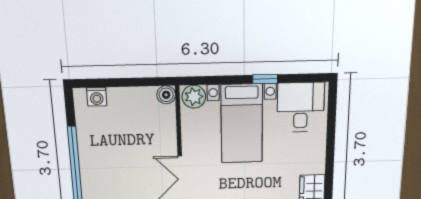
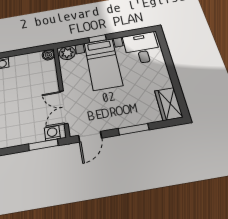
window: (265, 79) -> (97, 39), moved

